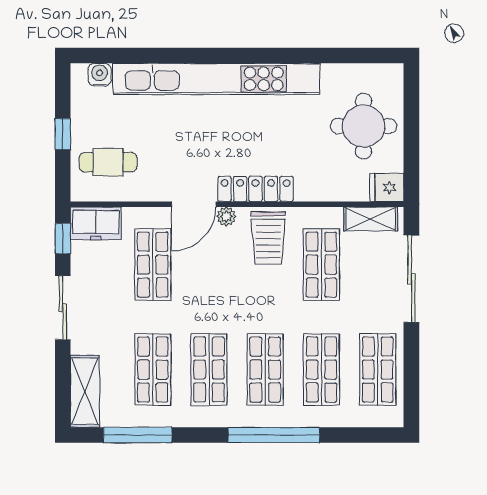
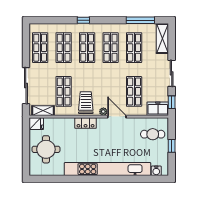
locker: (256, 189) -> (86, 123), width x0.66
door: (194, 204) -> (117, 117), hinge flipped
window: (274, 435) -> (83, 20), width x0.32

